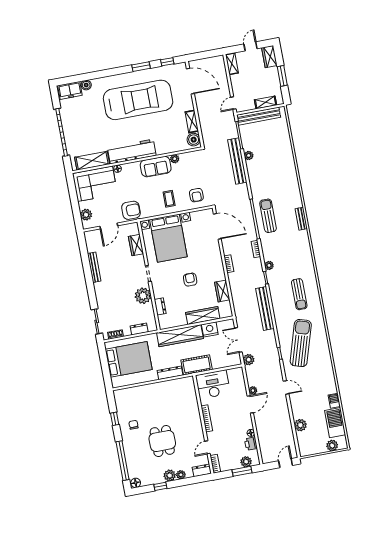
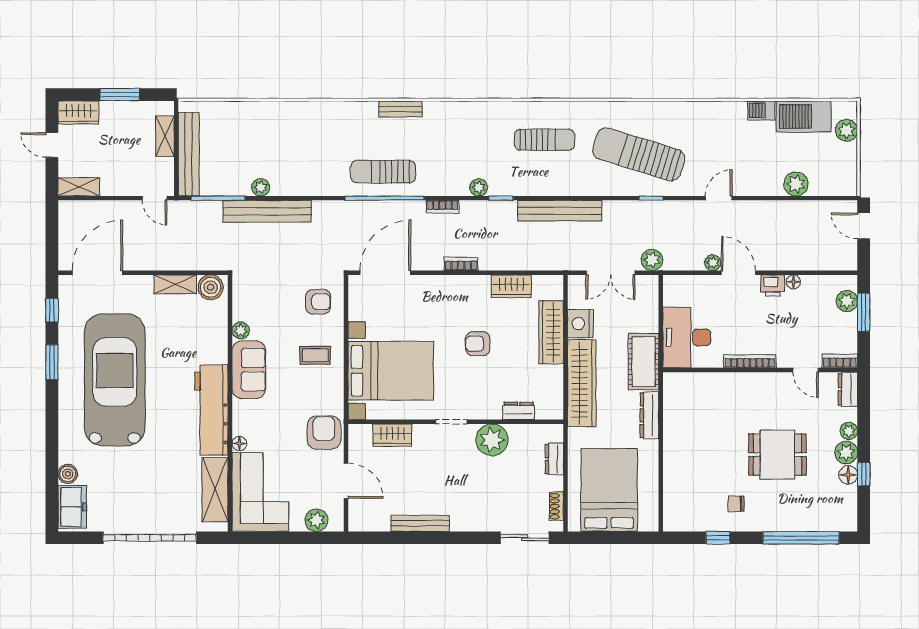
printer: (251, 444) -> (773, 286), moved
floor lamp: (136, 483) -> (848, 475), moved

